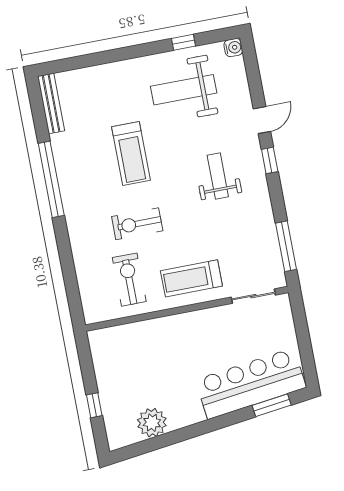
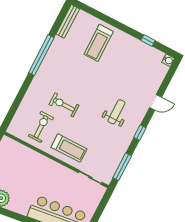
weight bench: (184, 90) -> (131, 62), removed
treadmill: (131, 154) -> (99, 43), moved
window: (270, 160) -> (140, 133), moved
treadmill: (191, 278) -> (69, 148), turned 180

